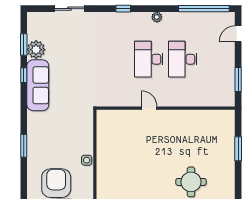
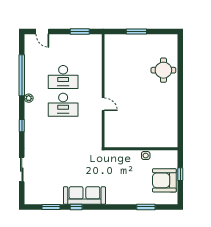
window: (204, 9) -> (22, 75), moved
plant: (36, 50) -> (55, 197), removed
door: (149, 108) -> (103, 104), swing flipped
window: (24, 146) -> (146, 207), moved

